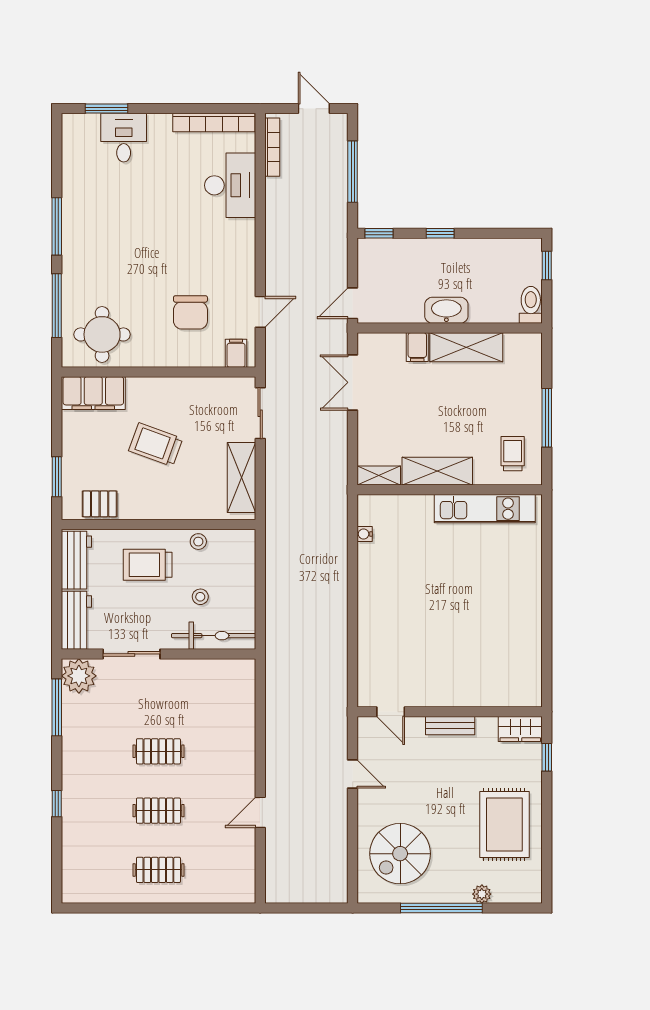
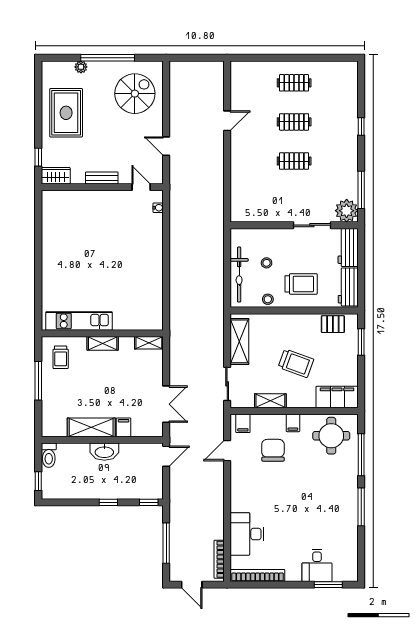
filing cabinet: (160, 354) -> (293, 423), added
shelving: (194, 387) -> (270, 401), added
shelving: (437, 471) -> (103, 343), width x0.67, depth x0.75
water cooler: (365, 534) -> (158, 208), moved
bicycle: (214, 636) -> (239, 275), moved, turned -90

